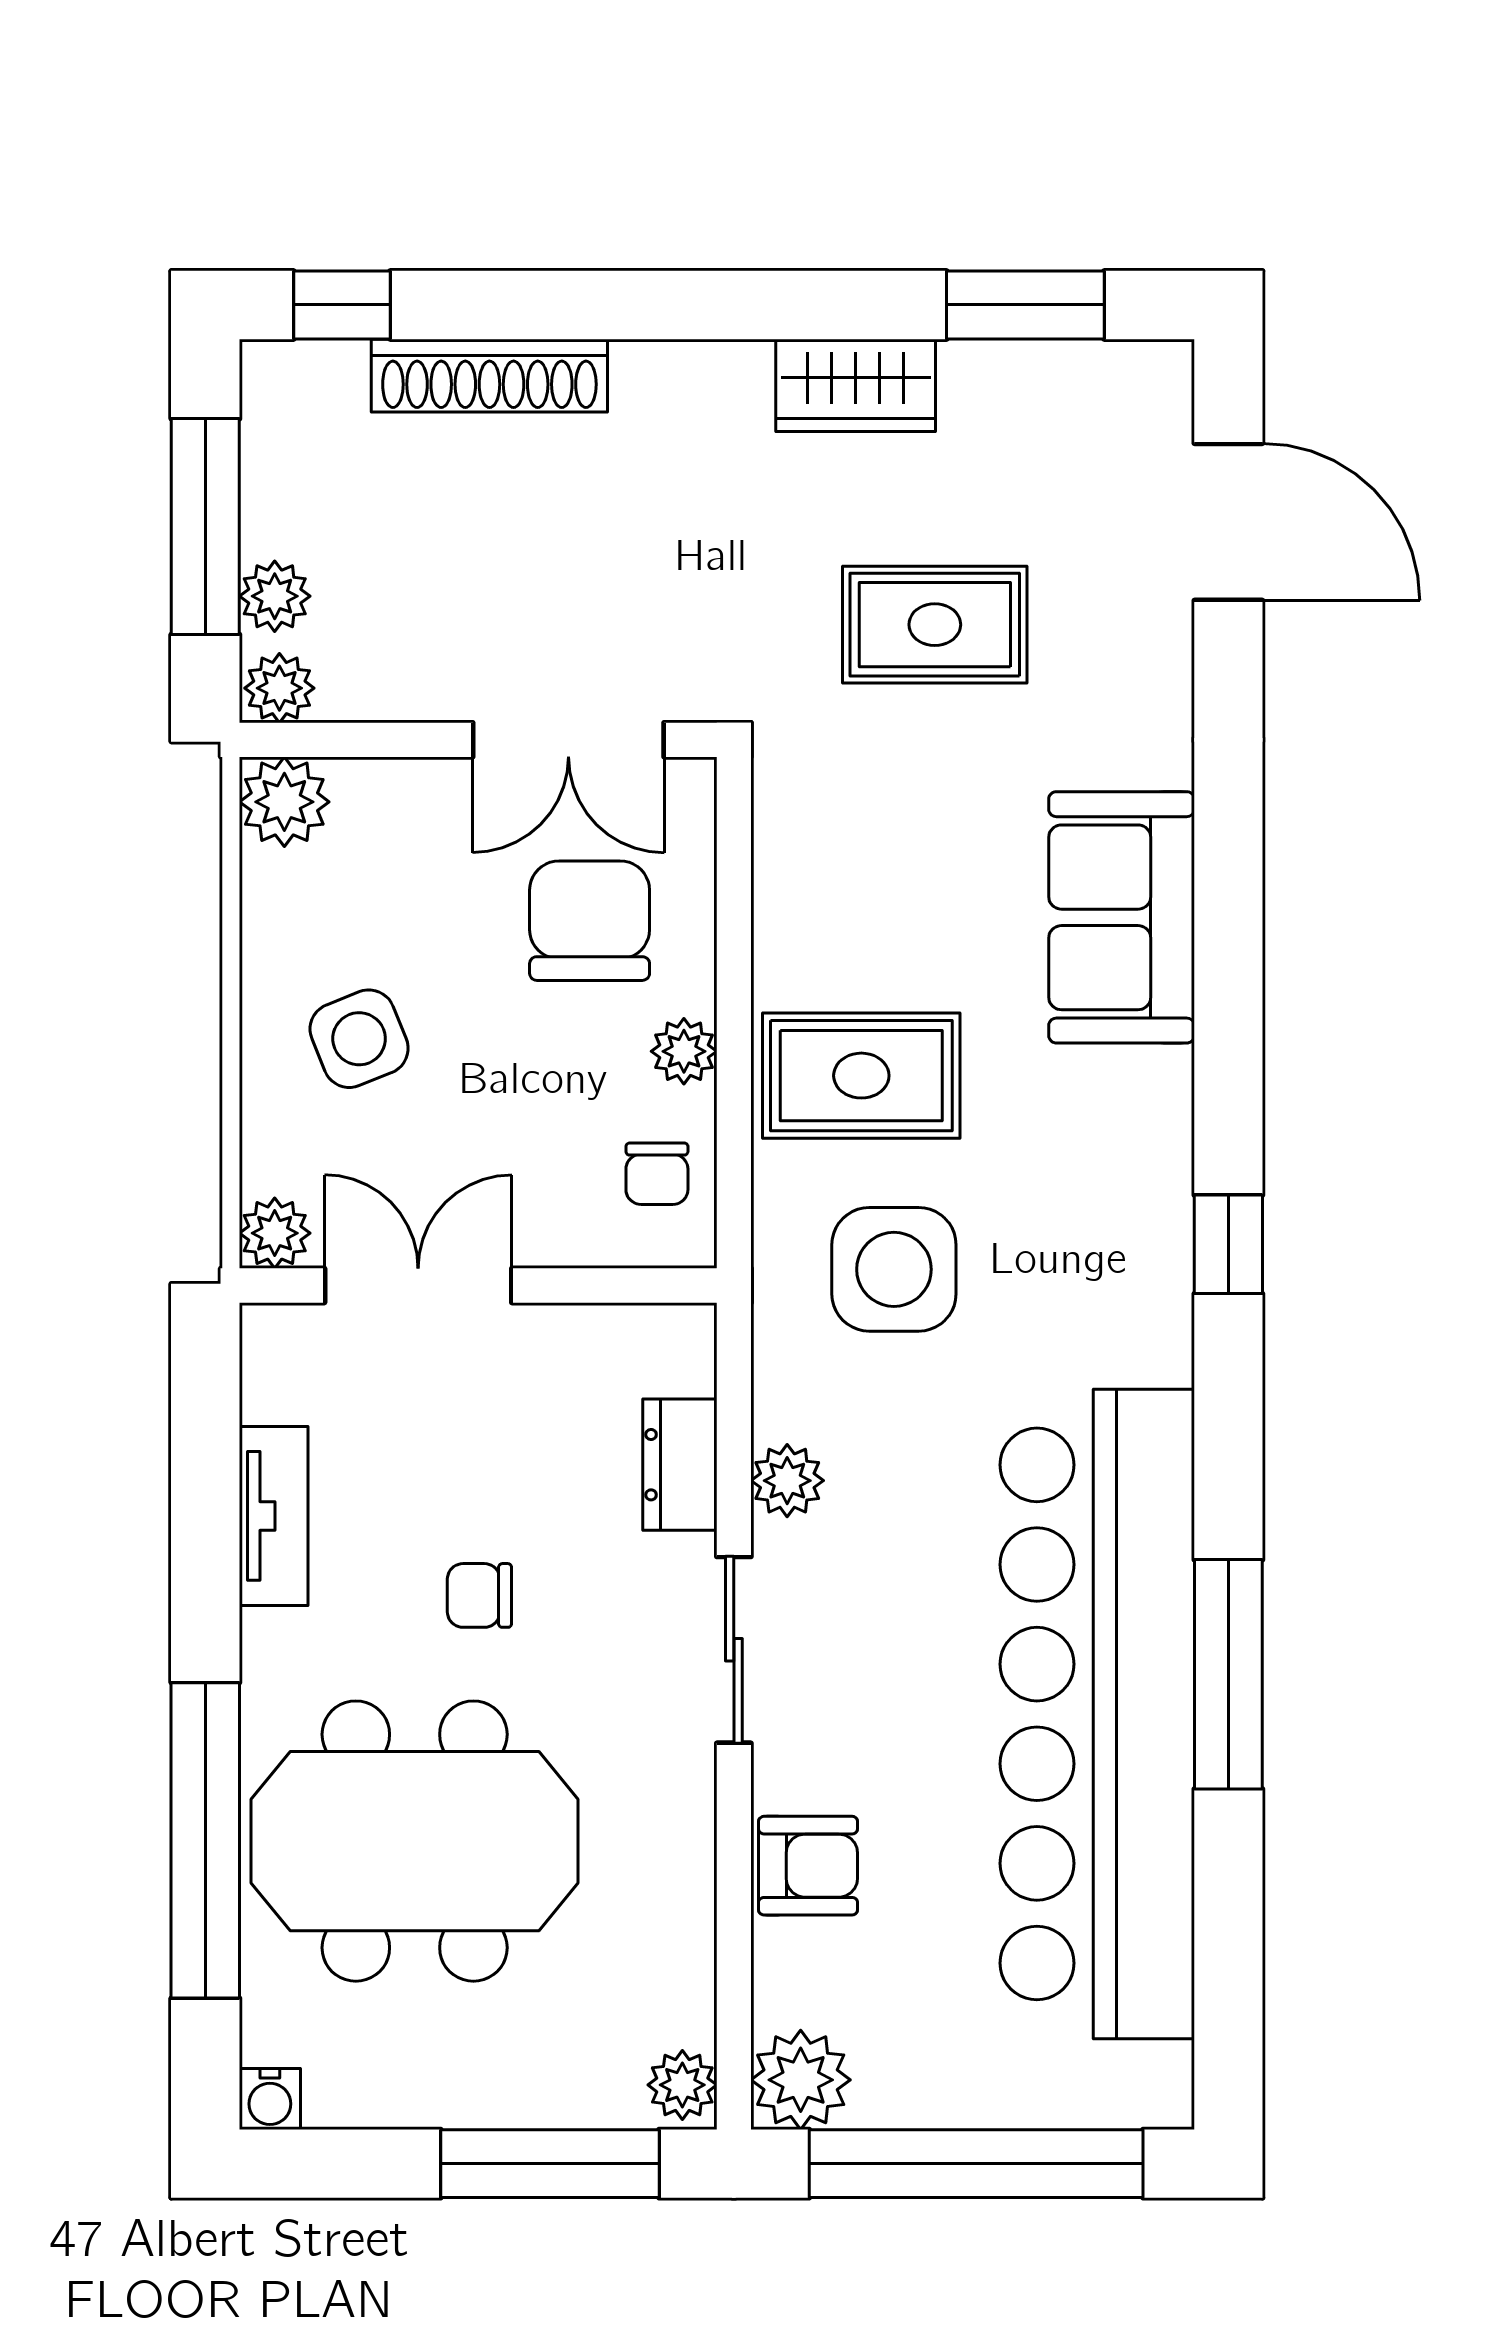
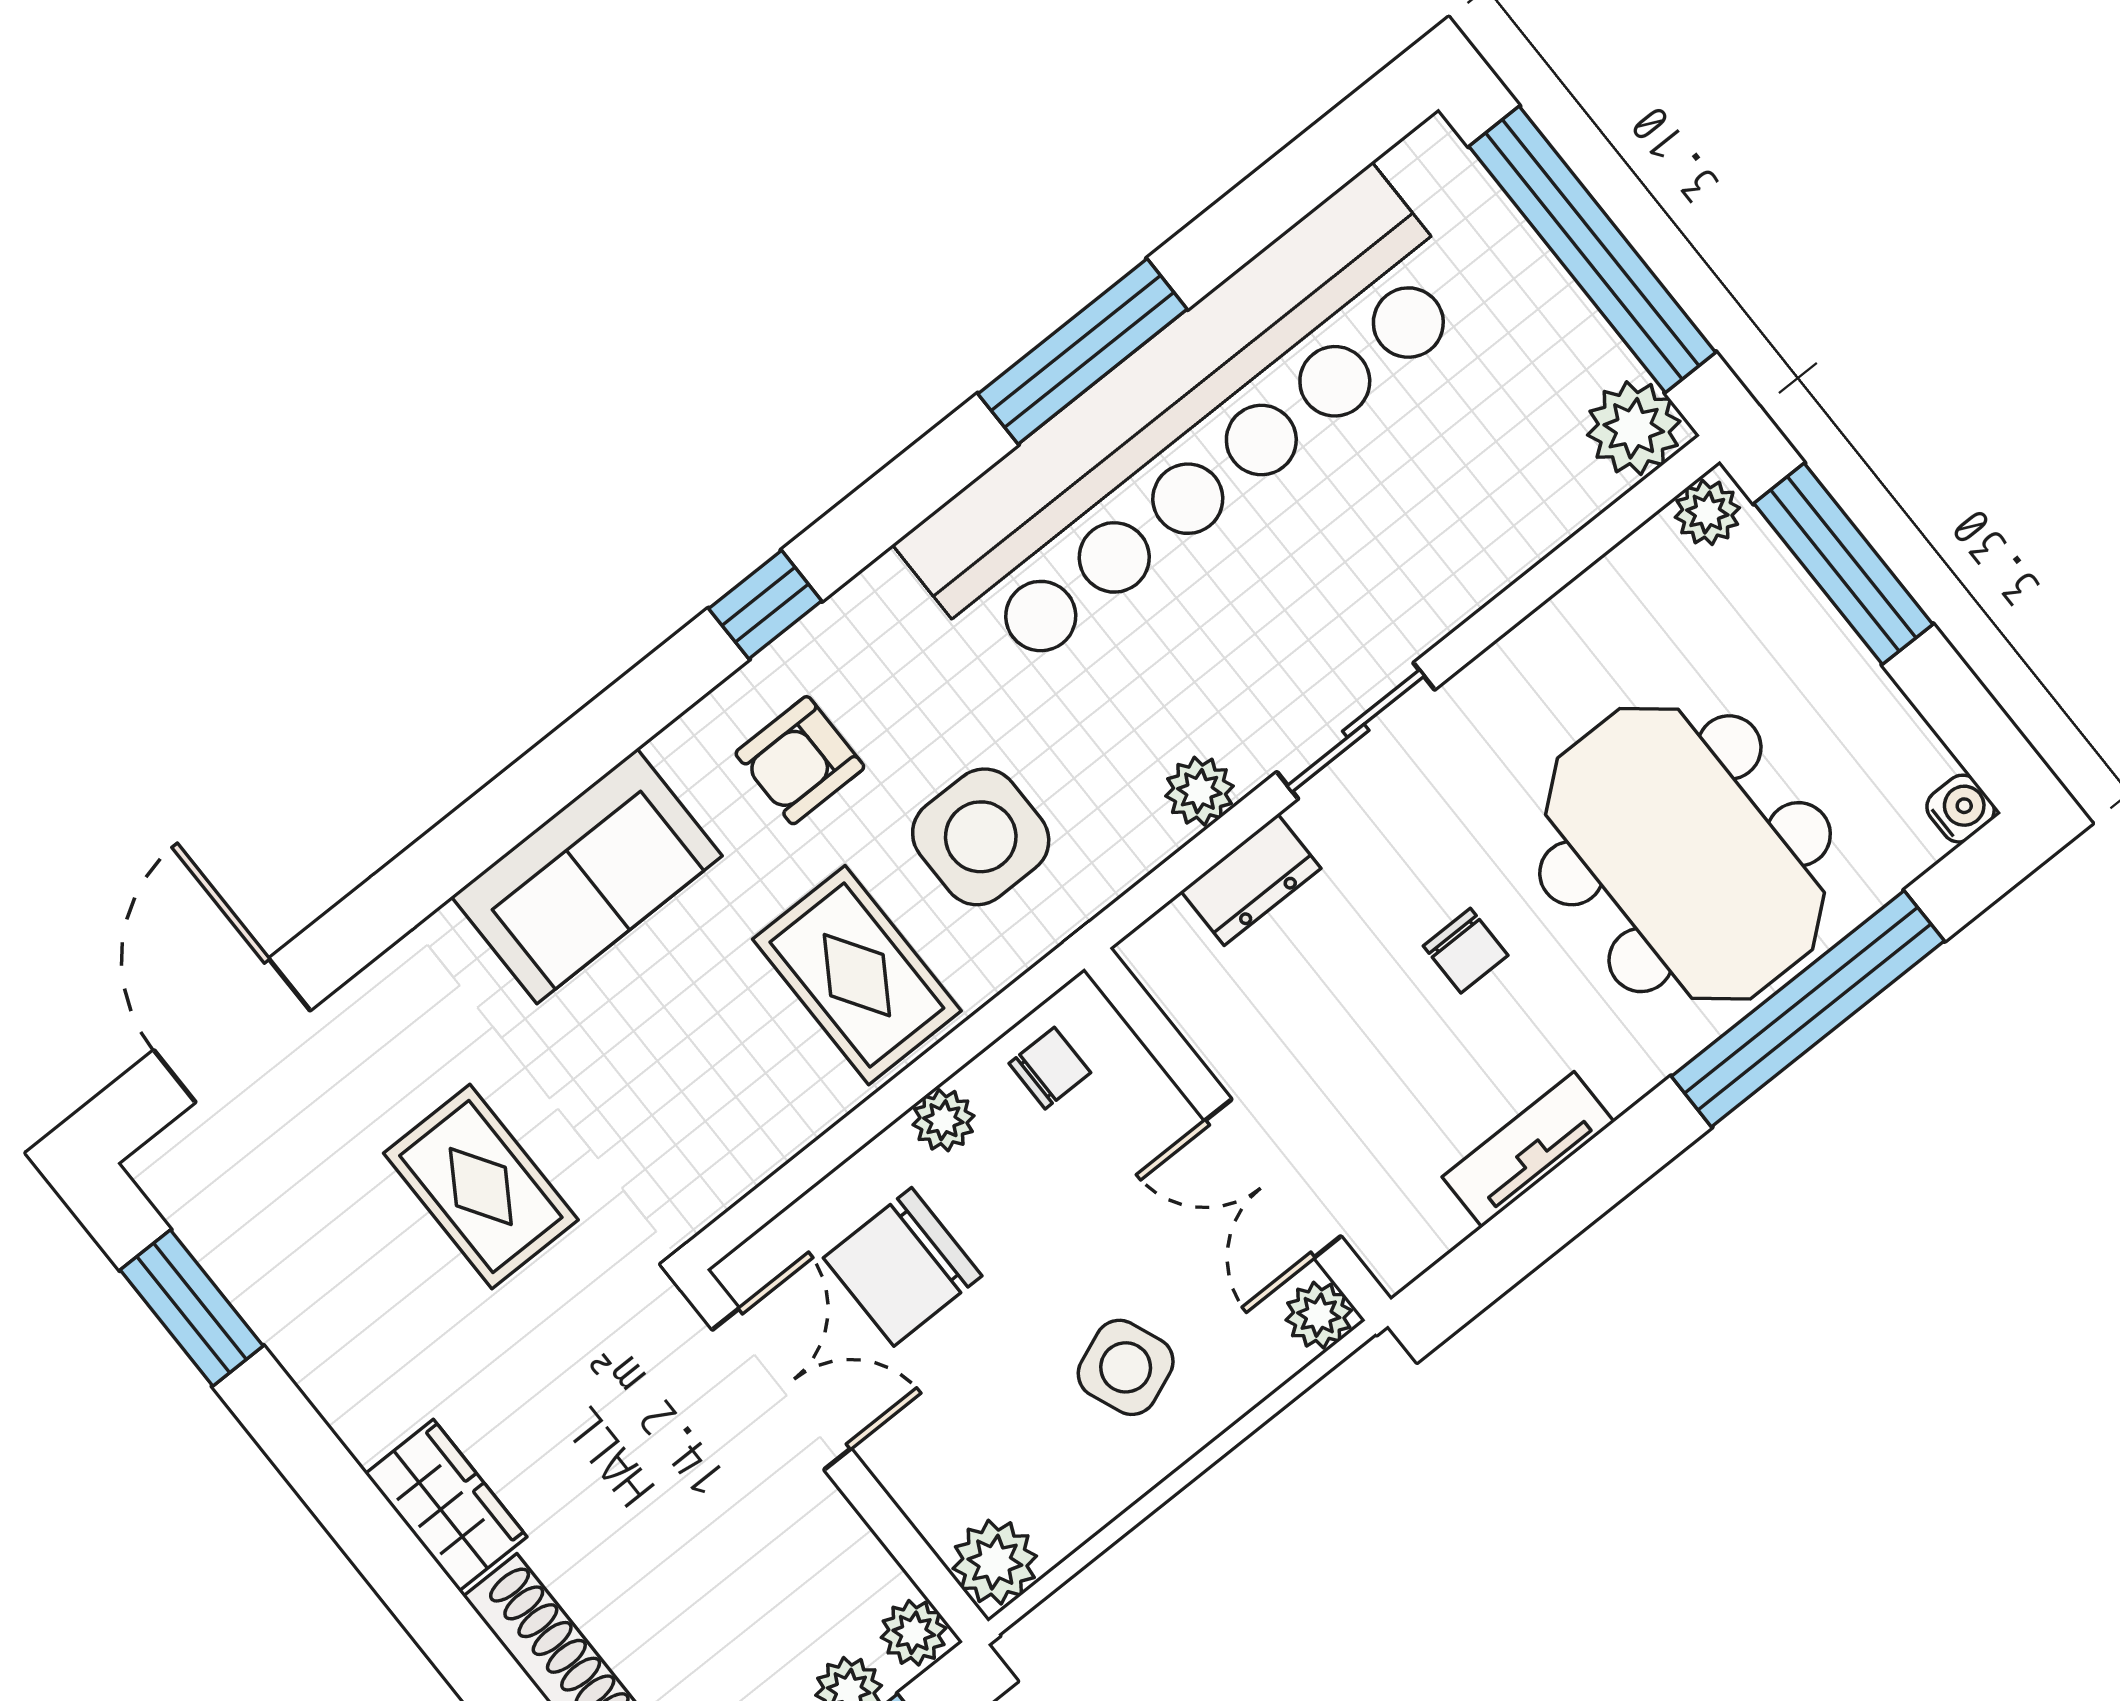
wardrobe: (856, 385) -> (446, 1505), moved
armchair: (808, 1866) -> (800, 760), moved, turned -90

